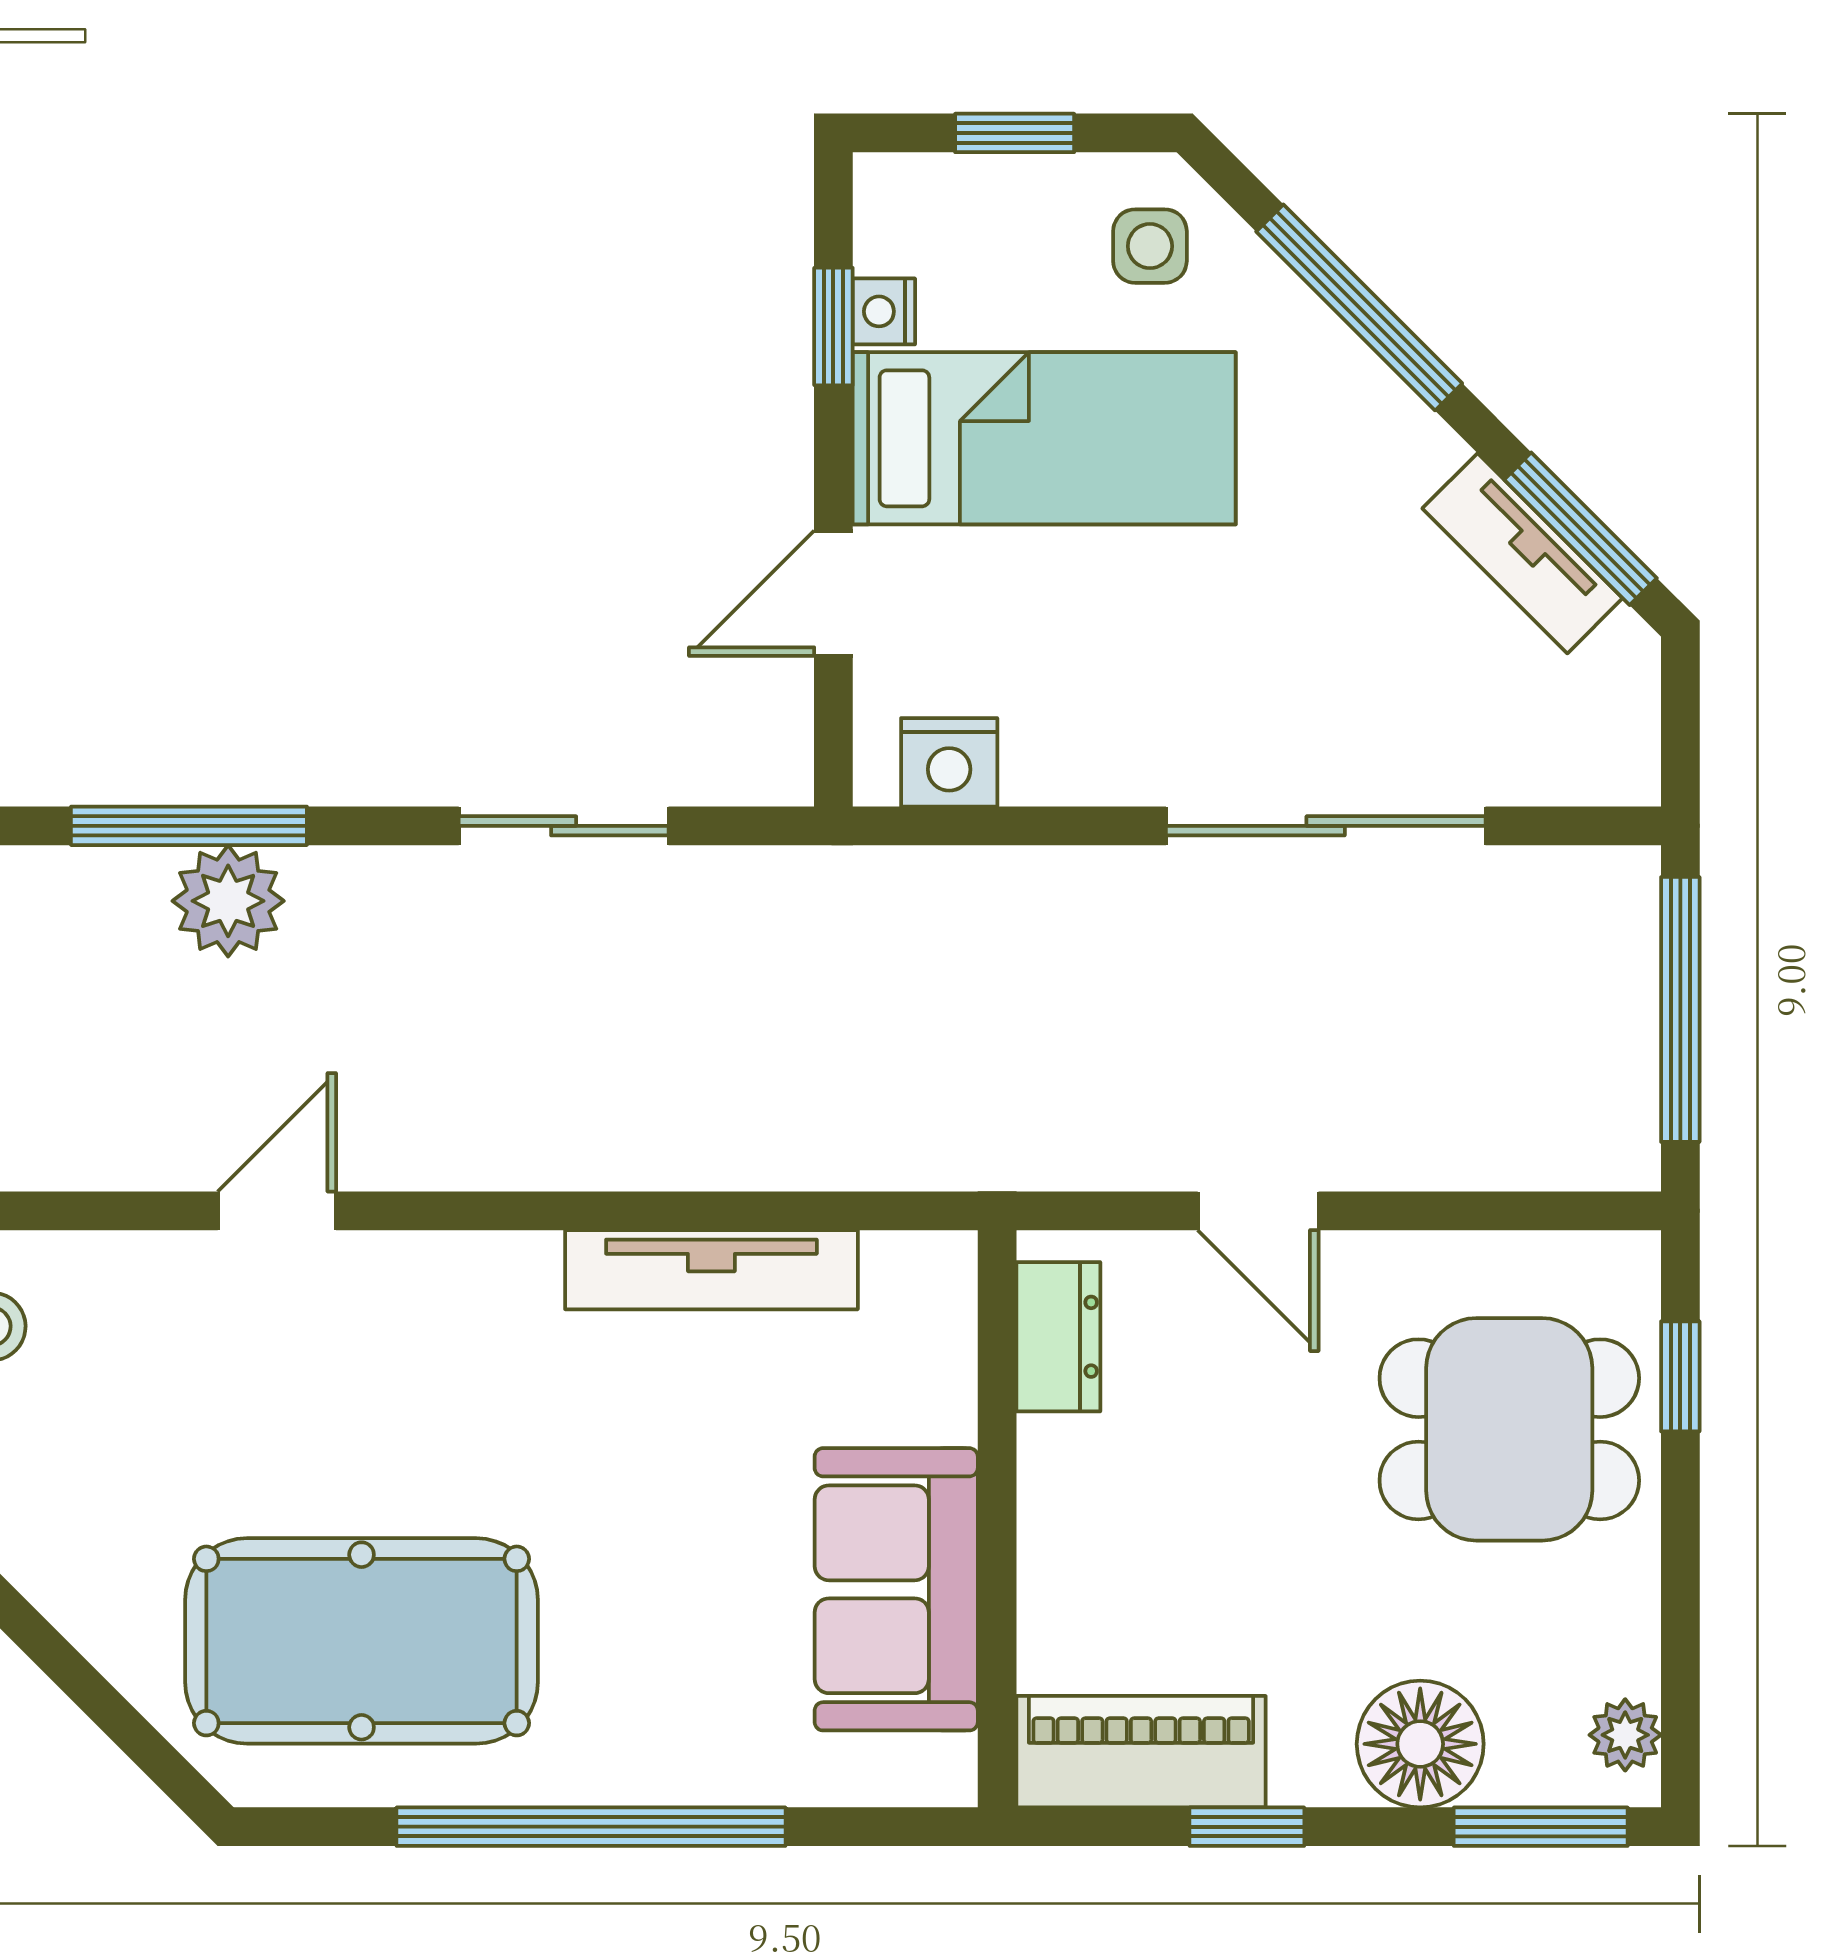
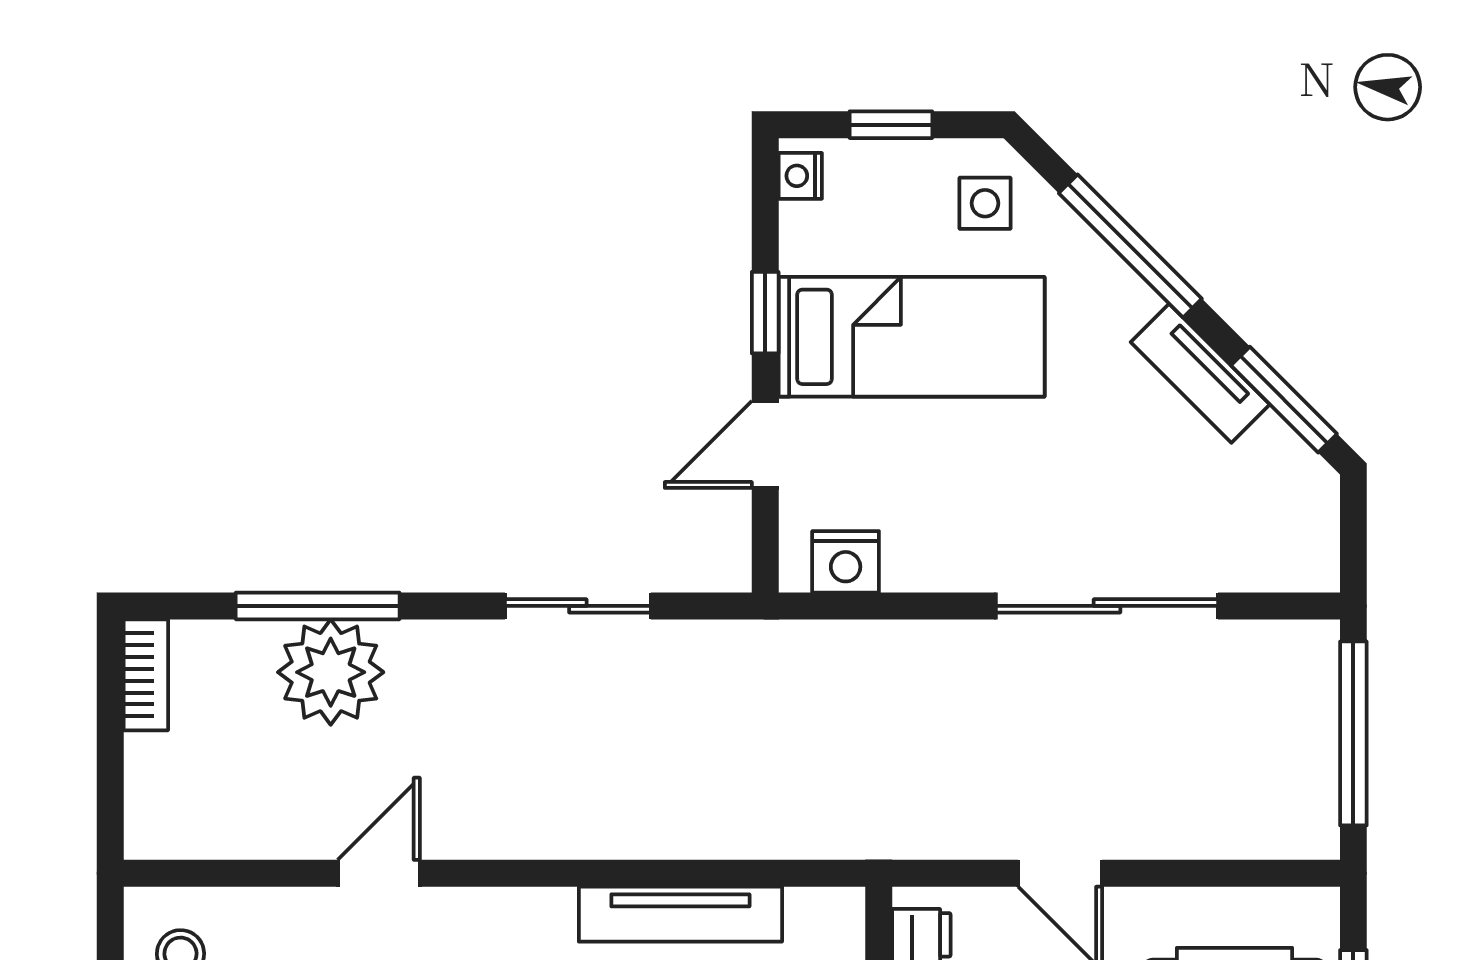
nightstand: (884, 311) -> (800, 176), moved
window: (833, 327) -> (765, 313), moved
tv unit: (1522, 553) -> (1200, 373), moved
plant: (228, 901) -> (331, 672), width x1.36, depth x1.36

